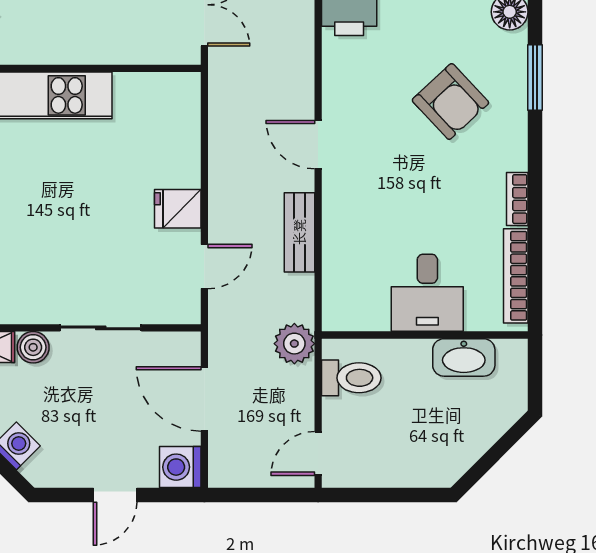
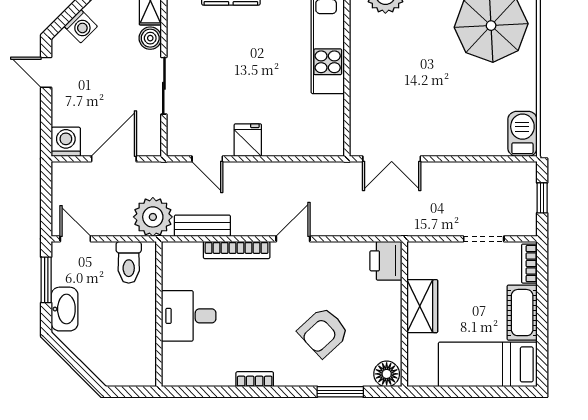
bench: (299, 232) -> (202, 226), moved
bookcase: (516, 276) -> (237, 250), moved, turned 180
plant: (294, 344) -> (153, 217), width x1.36, depth x1.36
washbasin: (464, 357) -> (65, 309), moved, turned 180
door: (115, 495) -> (46, 72), moved
window: (376, 495) -> (46, 280), added

